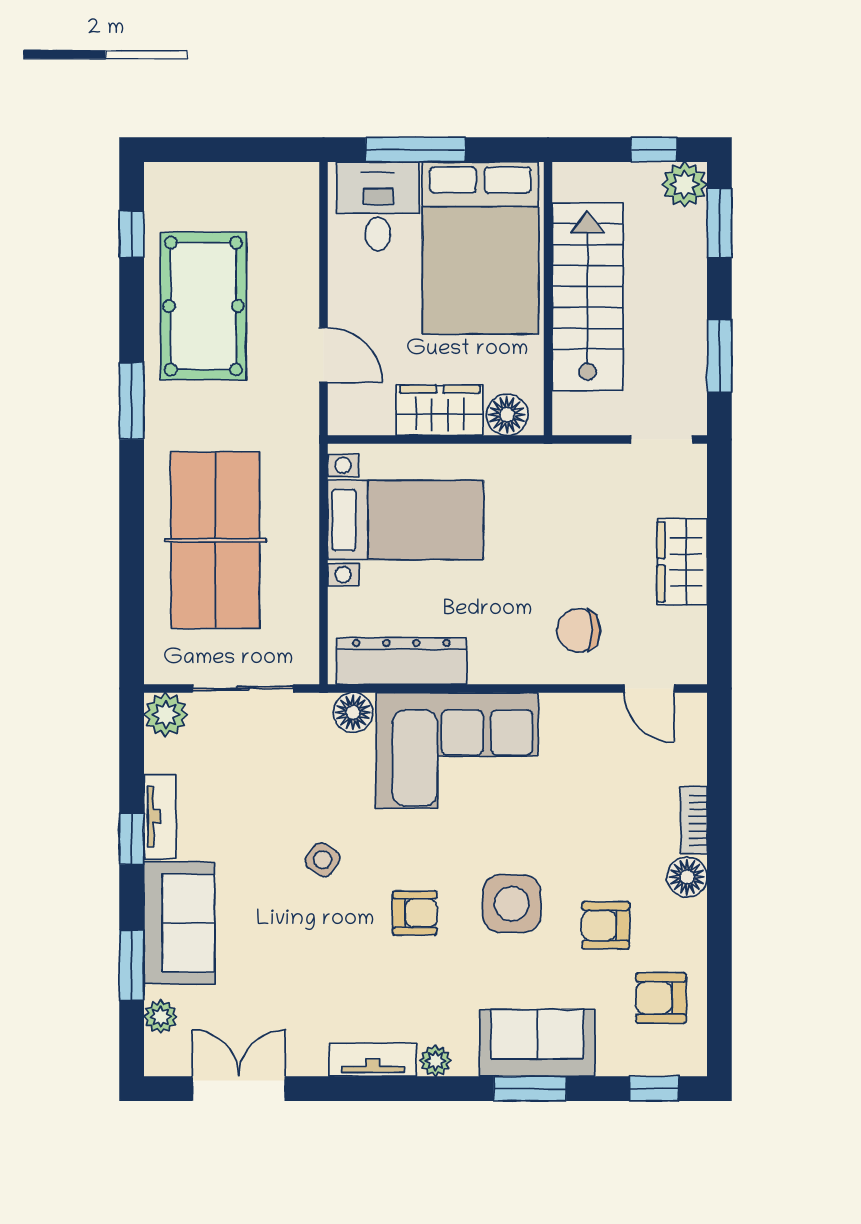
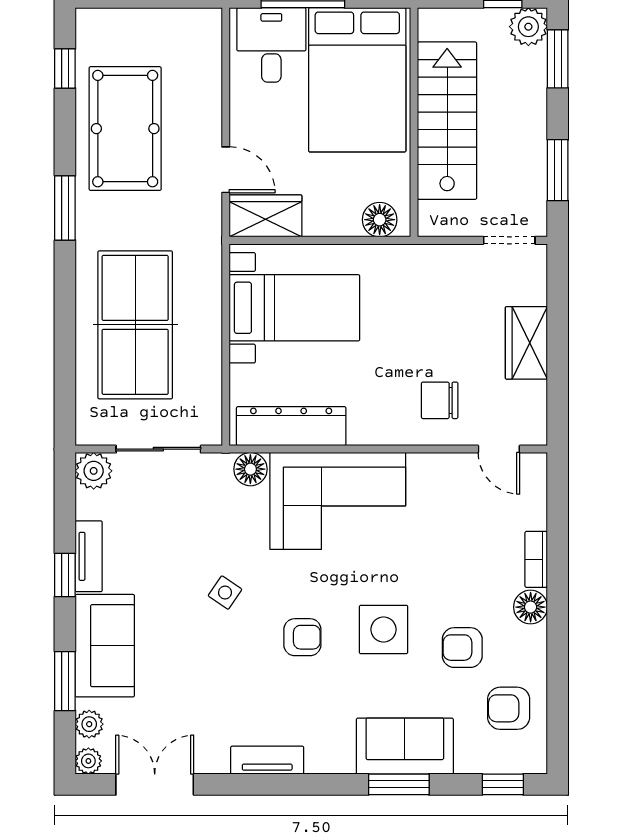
wardrobe: (440, 410) -> (266, 216), moved
plant: (435, 1061) -> (88, 761), moved

